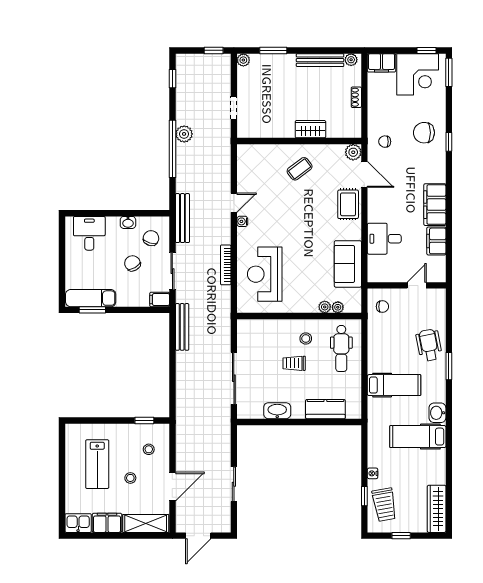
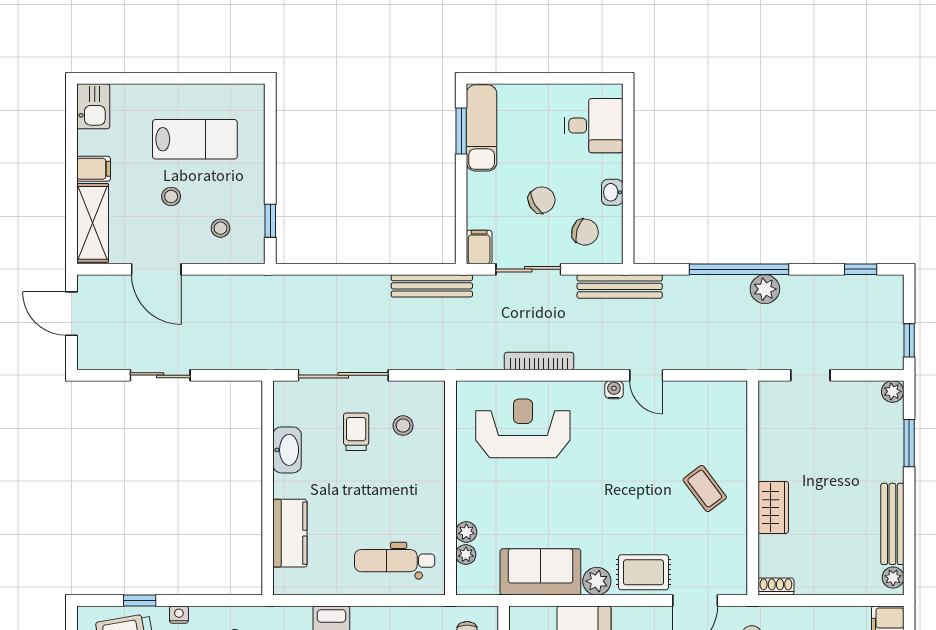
shoe rack: (356, 97) -> (776, 587), moved
plant: (353, 152) -> (597, 581), moved
stool: (306, 339) -> (403, 426), moved
trolley: (294, 363) -> (356, 432), moved
lab bench: (97, 464) -> (195, 139), turned 180
filing cabinet: (107, 523) -> (94, 169), width x0.50

